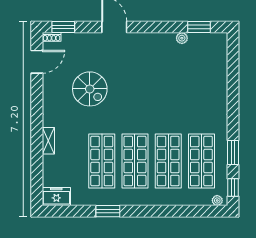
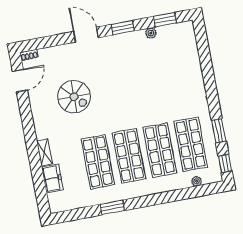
window: (63, 27) -> (123, 28), moved
freezer: (56, 197) -> (52, 178), moved, turned 90
plant: (217, 200) -> (197, 181), moved

